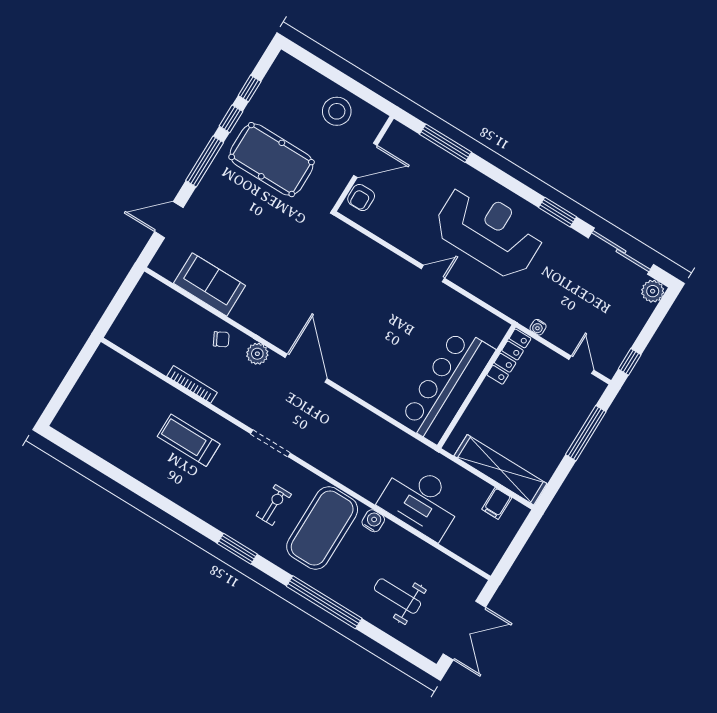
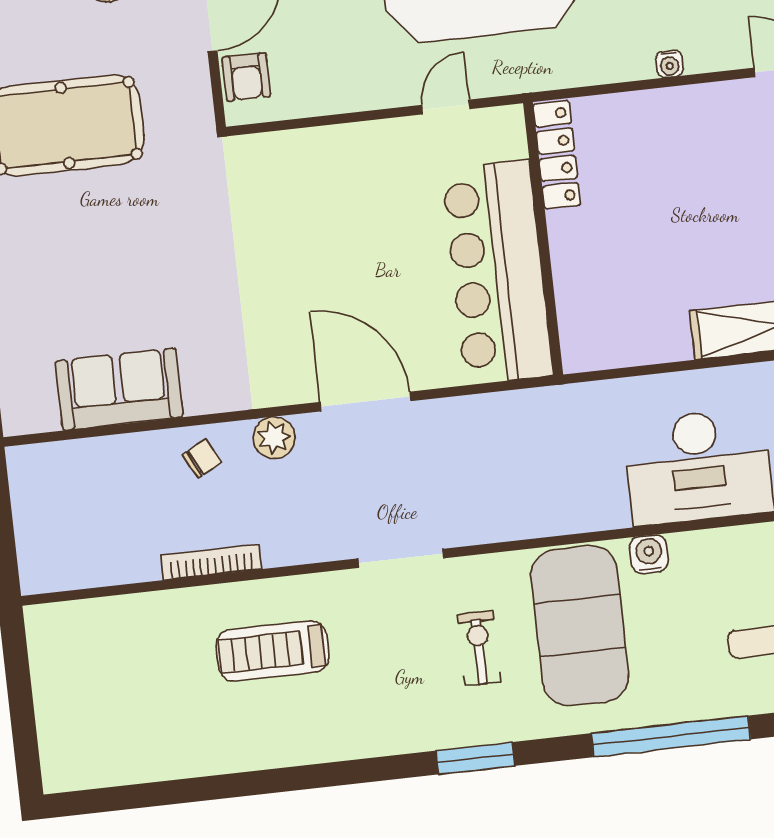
locker: (509, 357) -> (557, 155), moved
bar counter: (447, 386) -> (497, 272), moved
wall: (476, 387) -> (543, 239), moved

